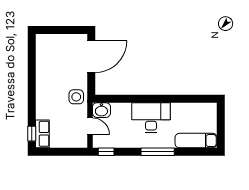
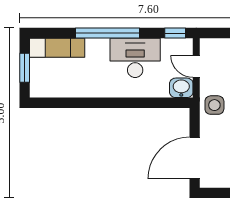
desk: (151, 118) -> (135, 58), moved, turned 180
window: (221, 125) -> (25, 68), added
window: (158, 152) -> (107, 33), width x1.46

